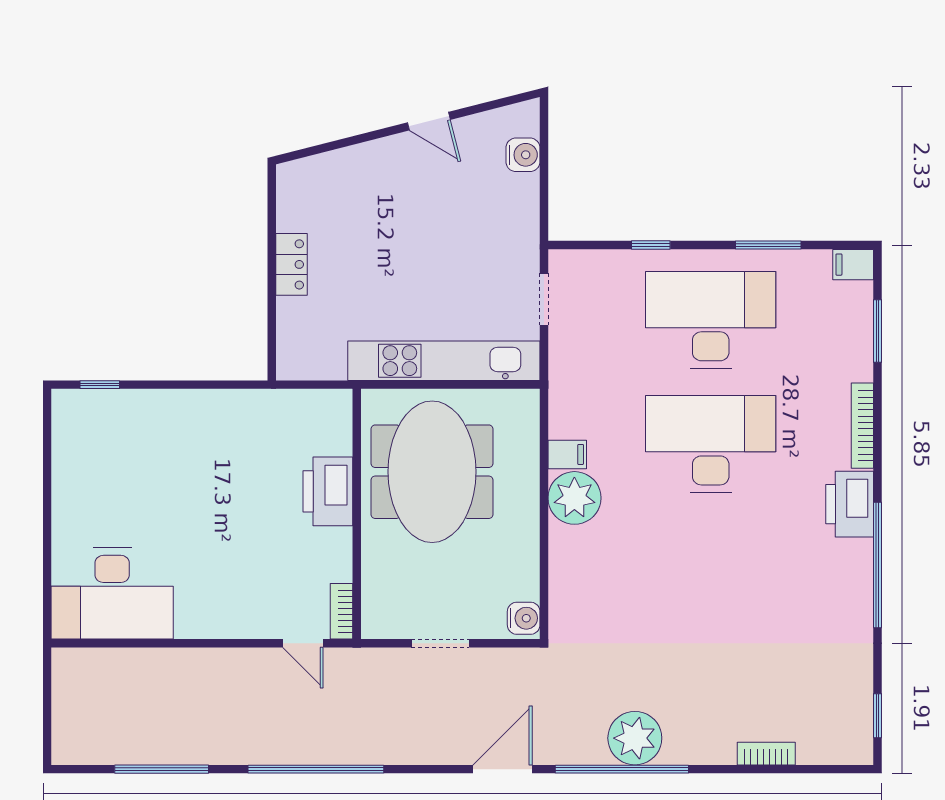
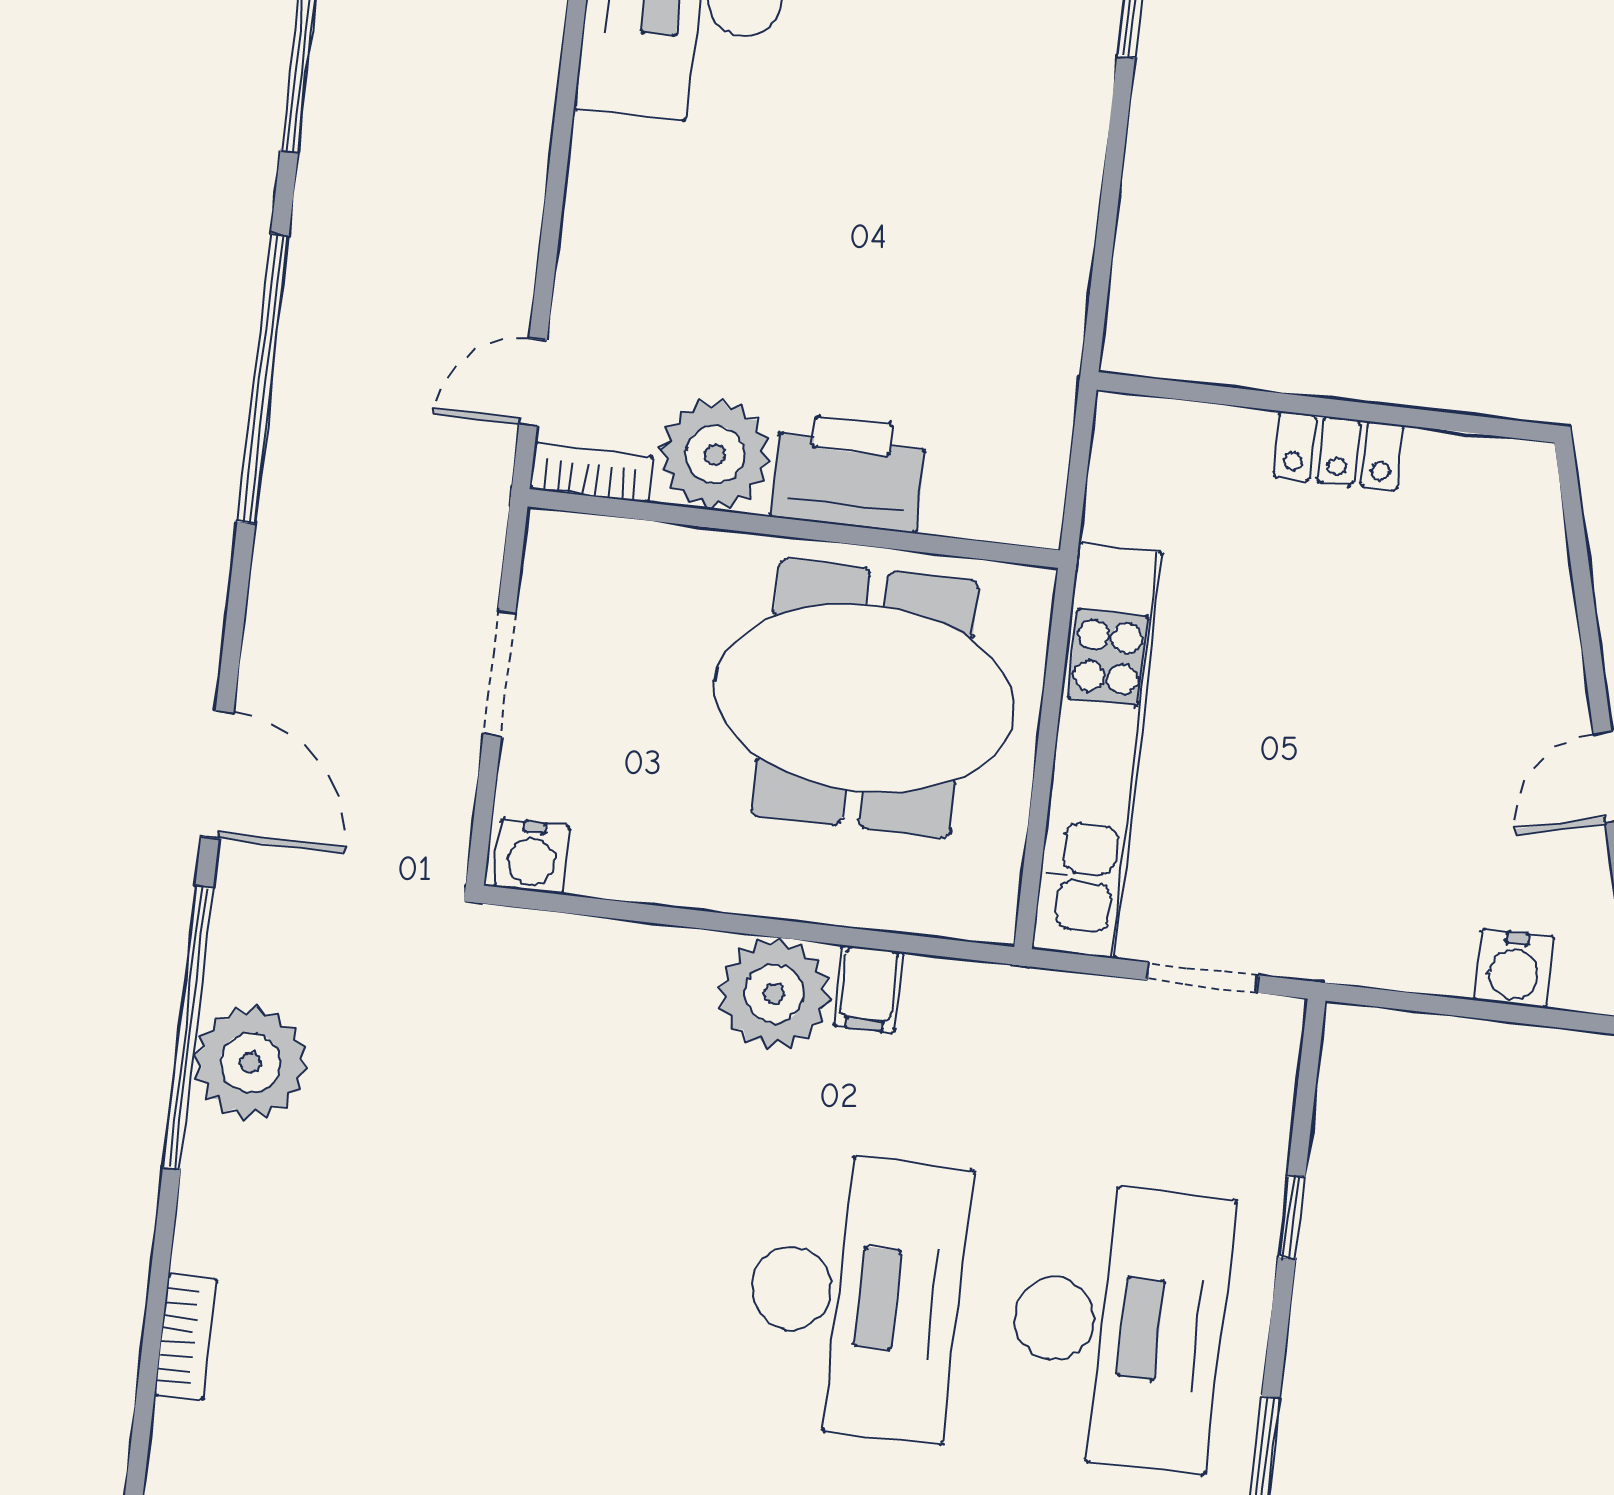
plant: (327, 555) -> (715, 454), added

